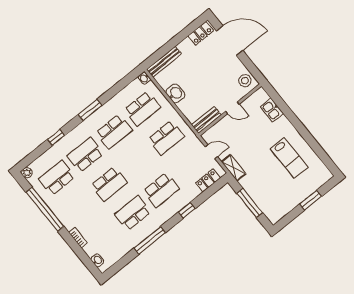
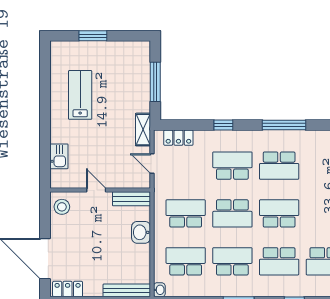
washbasin: (175, 93) -> (141, 232), moved
school desk: (138, 161) -> (232, 213), added

